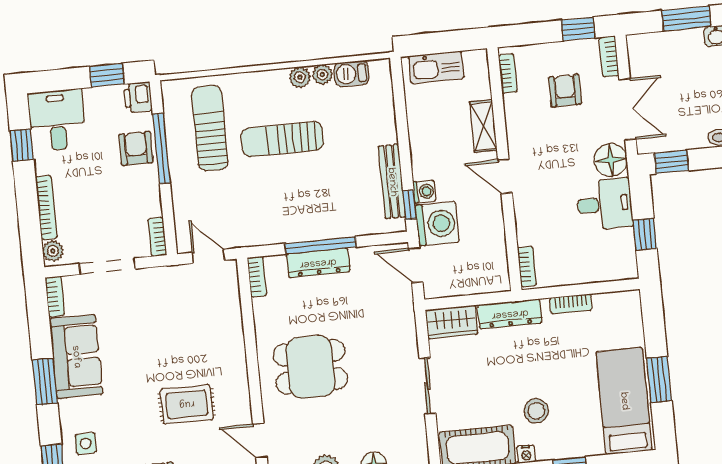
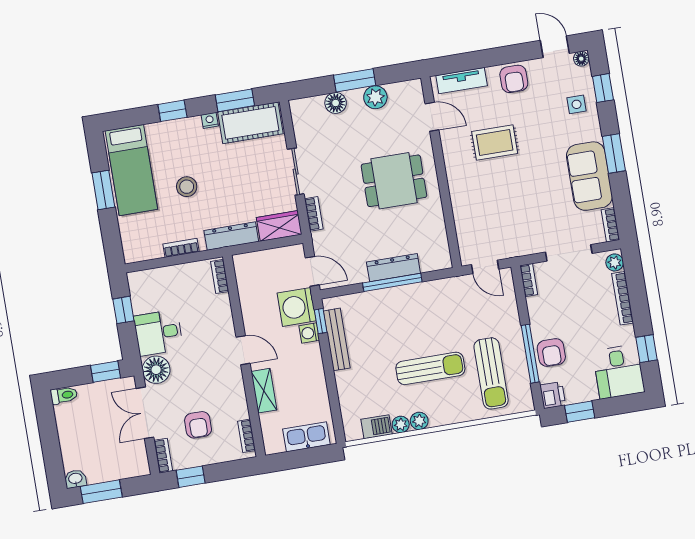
bookcase: (257, 277) -> (314, 214), moved, turned 180
stool: (536, 411) -> (187, 187), moved

